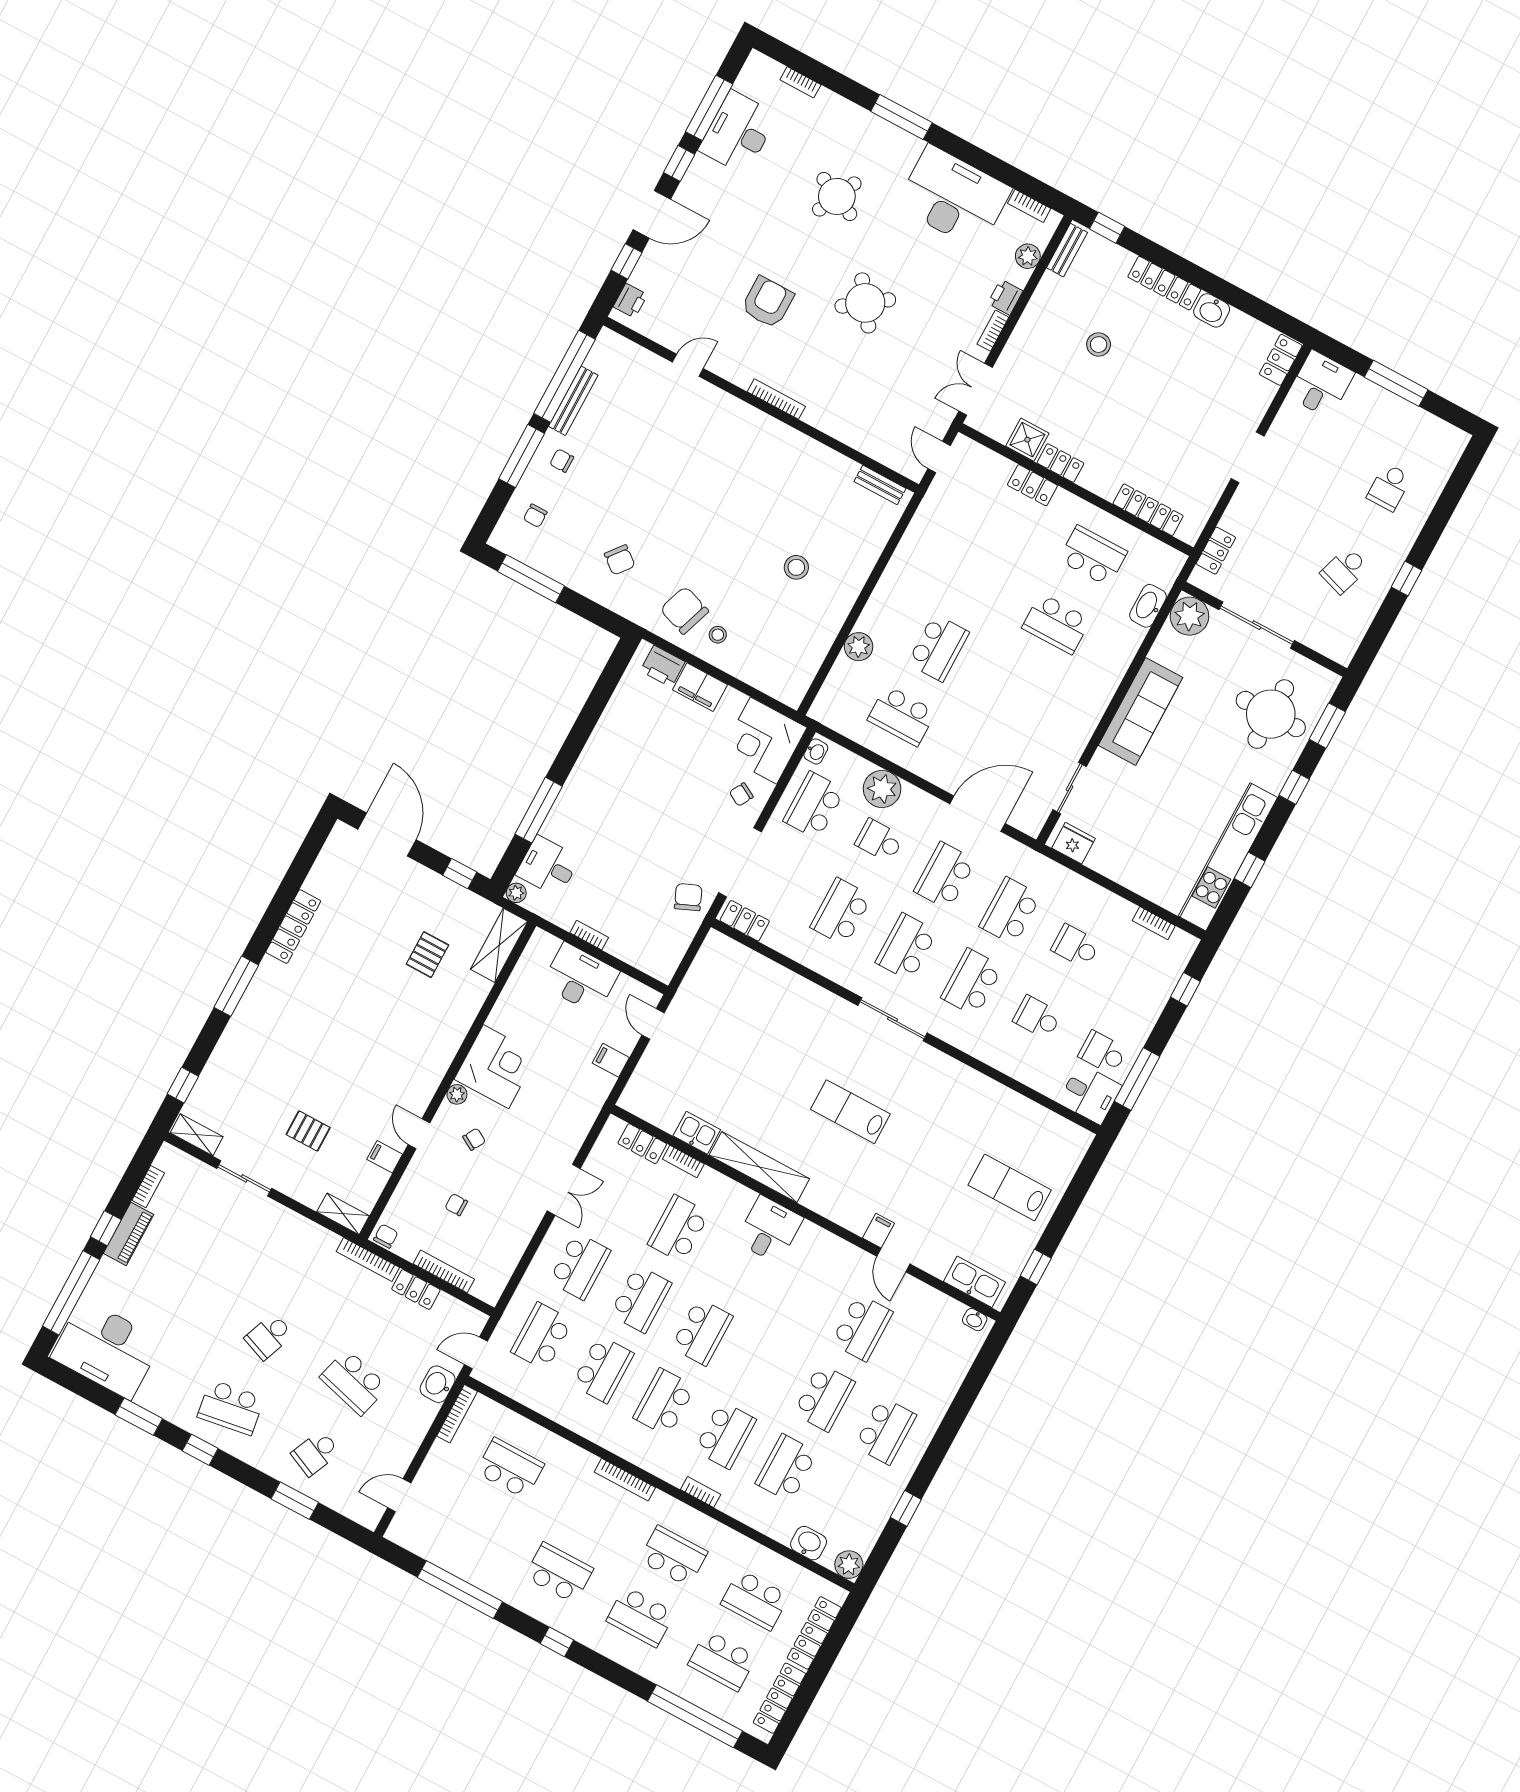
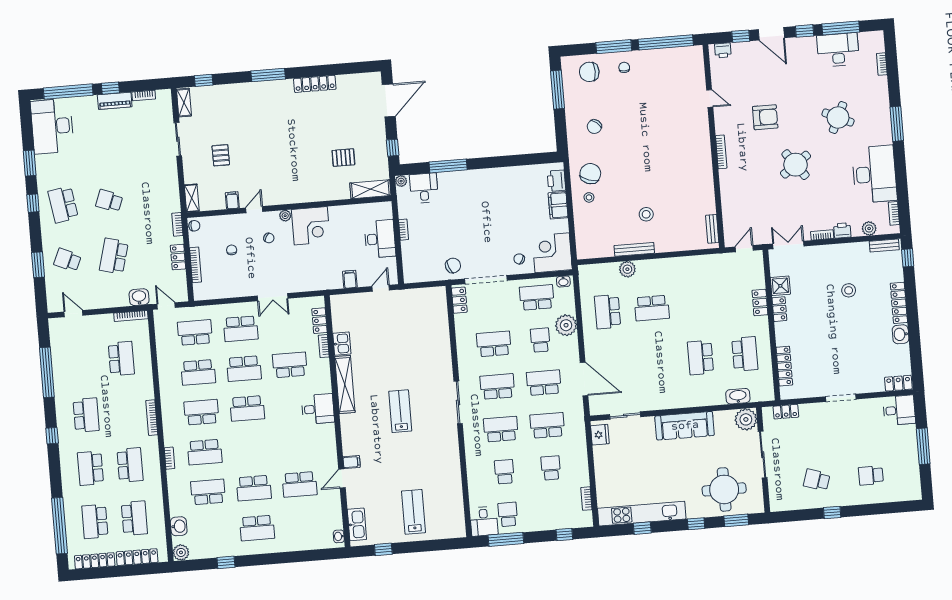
bench: (573, 401) -> (634, 249), moved
chair: (535, 516) -> (589, 72), width x1.87, depth x1.87
bookcase: (368, 1260) -> (177, 224), width x0.64
school desk: (755, 1600) -> (134, 518), turned 180

